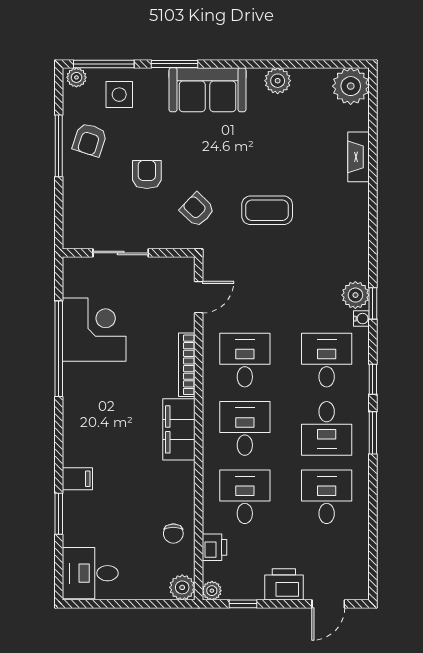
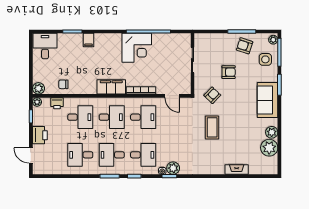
plant: (351, 86) -> (269, 148), moved
corner desk: (94, 330) -> (137, 48), moved
desk: (327, 497) -> (80, 155), turned 180

